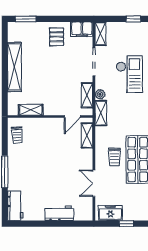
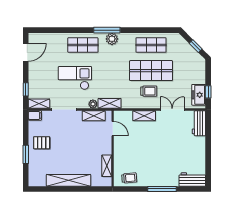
window: (26, 19) -> (26, 154), moved
window: (133, 19) -> (26, 89), moved
filing cabinet: (82, 29) -> (35, 115), width x0.50
shelving: (87, 136) -> (144, 116), moved
double door: (94, 183) -> (172, 110), swing flipped
workbench: (59, 213) -> (199, 123), moved
window: (126, 224) -> (208, 92), moved

